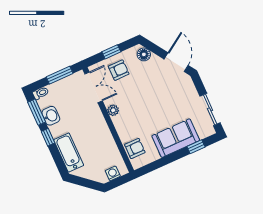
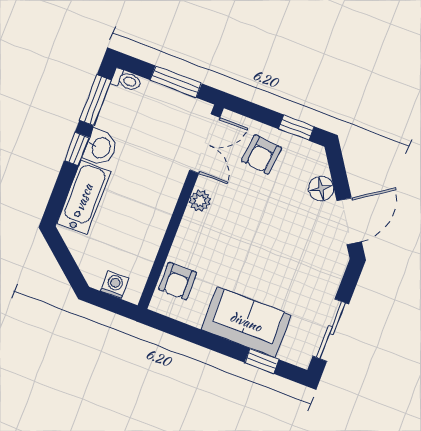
window: (111, 52) -> (296, 128), moved
floor lamp: (144, 54) -> (321, 189), moved
armchair: (119, 70) -> (262, 155), turned 96
washbasin: (51, 116) -> (100, 147), moved
armchair: (135, 148) -> (178, 281), turned 90

